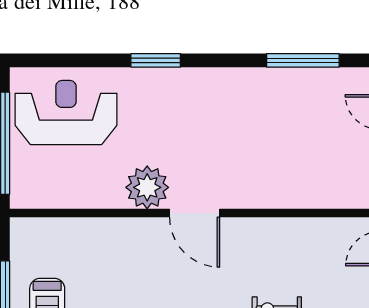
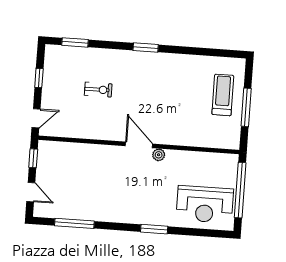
plant: (147, 187) -> (159, 155), width x0.53, depth x0.53

